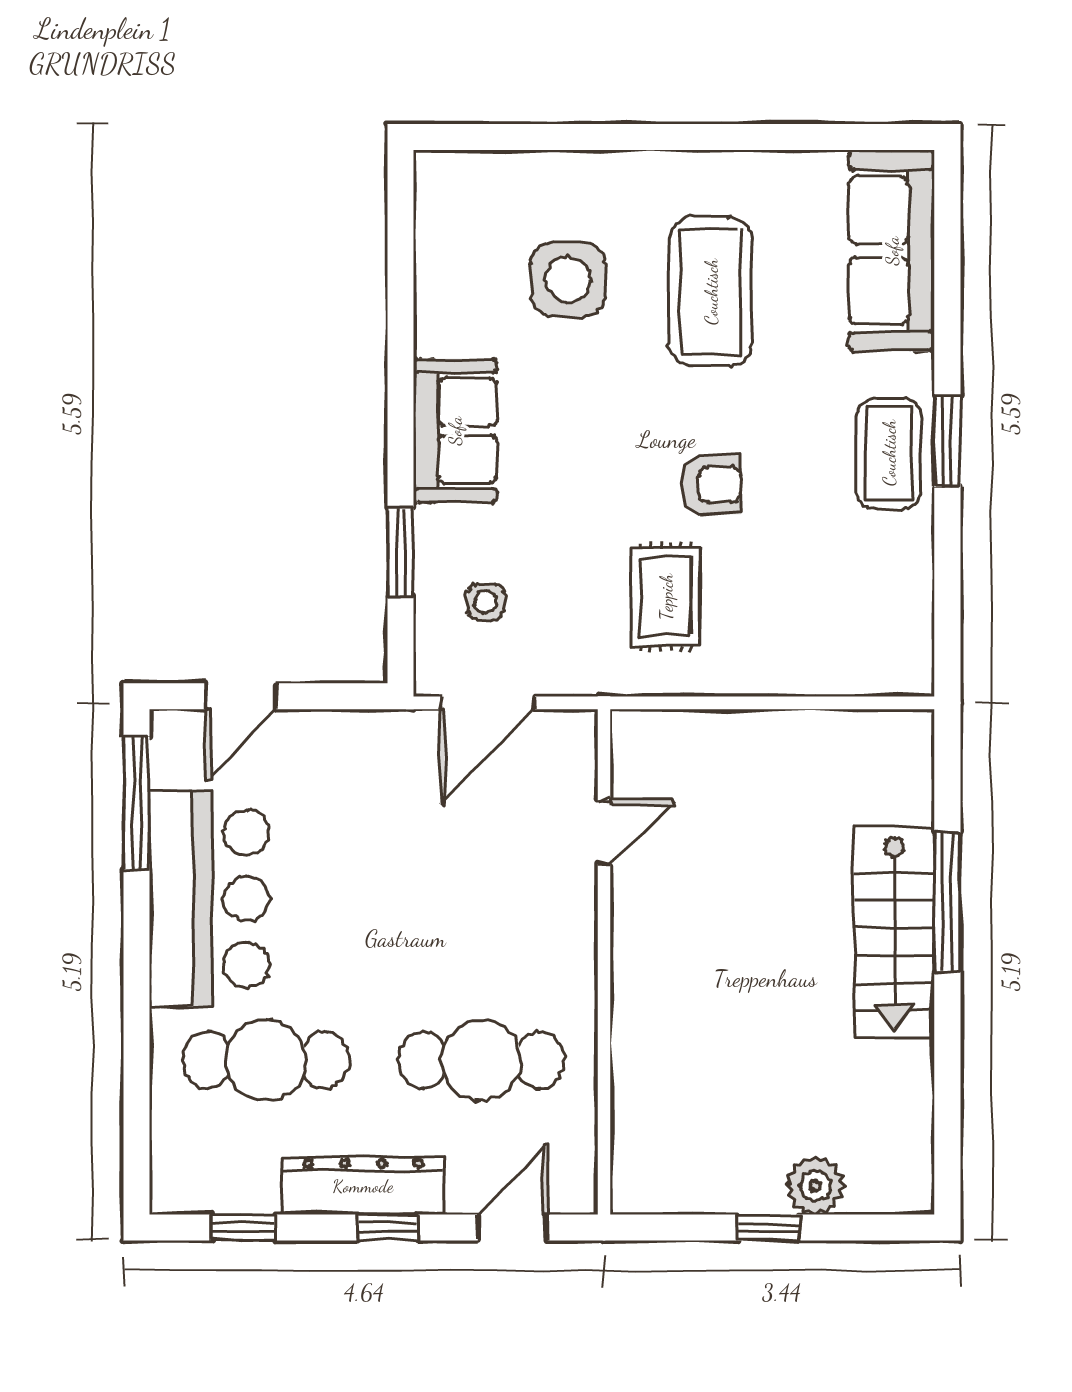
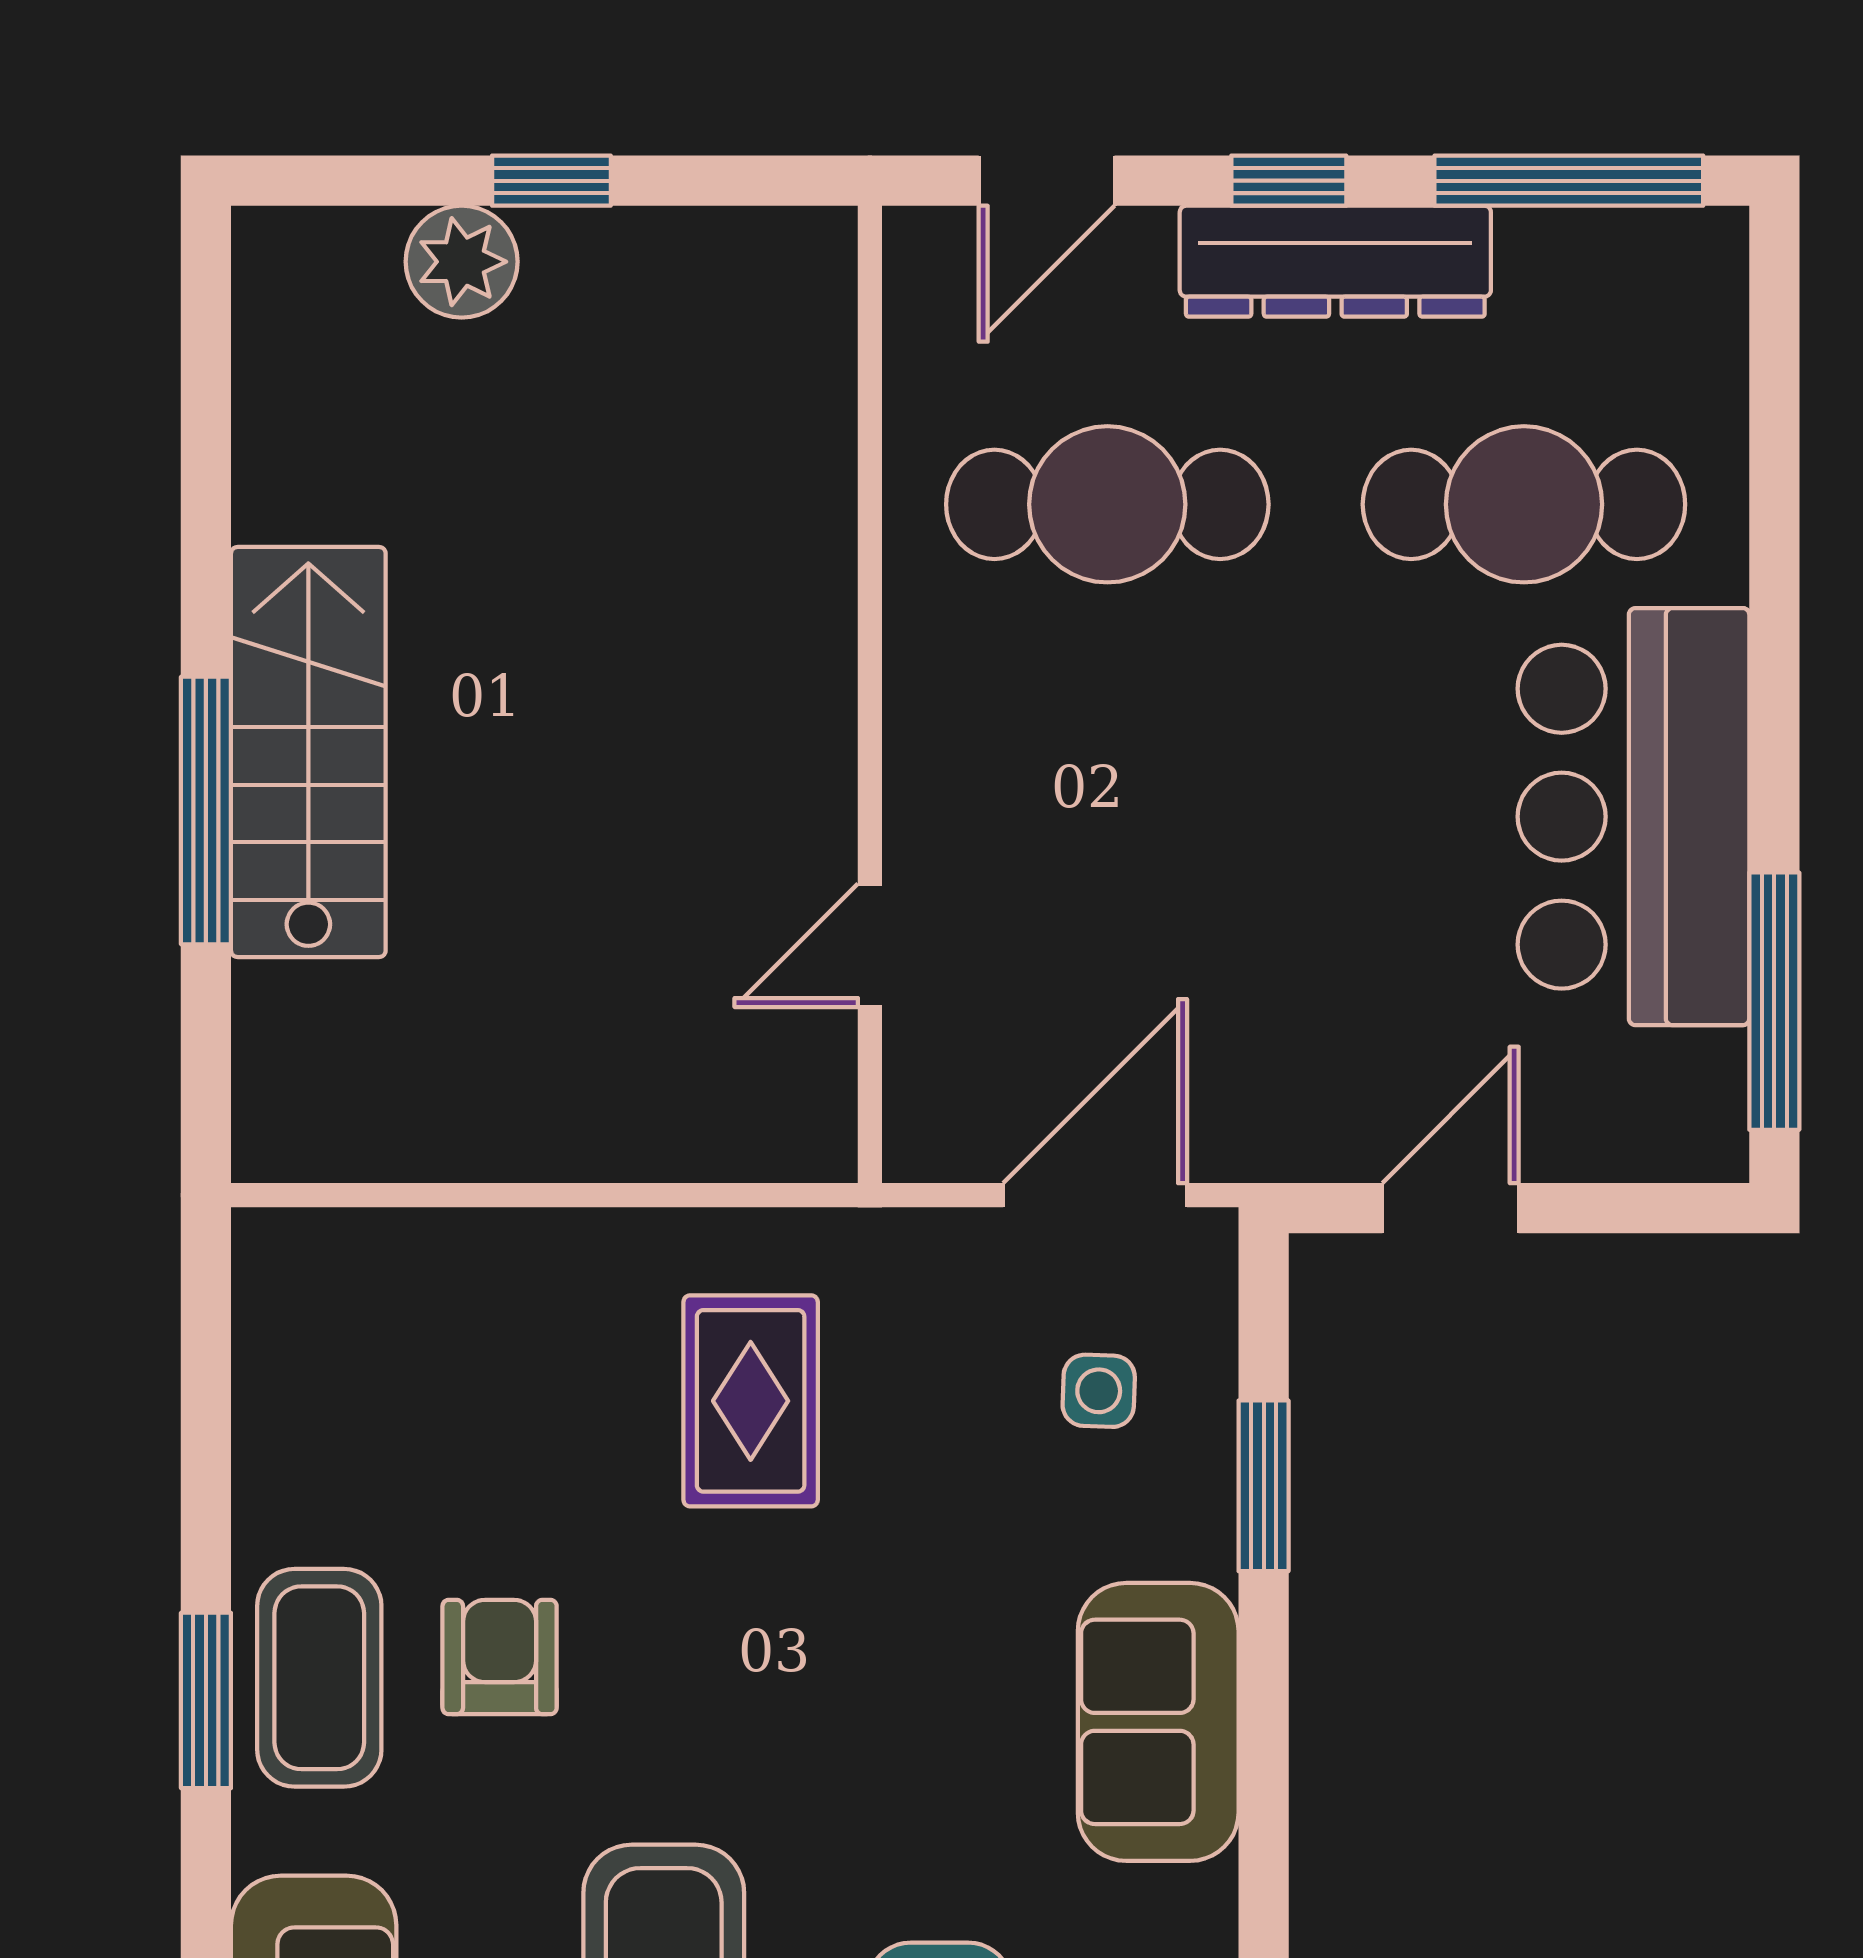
armchair: (711, 485) -> (500, 1657), moved, turned 90
door: (241, 696) -> (1450, 1208), moved
window: (243, 1227) -> (1569, 181), width x2.17

